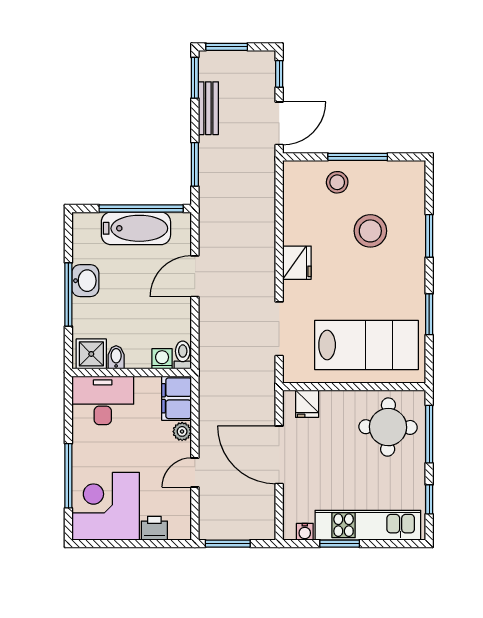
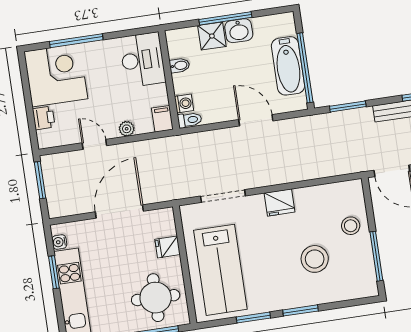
window: (358, 157) -> (376, 256), moved
window: (429, 236) -> (300, 310), moved
shower: (91, 354) -> (212, 36), moved
filing cabinet: (176, 398) -> (162, 119), width x0.50
fridge: (307, 404) -> (168, 247), moved

